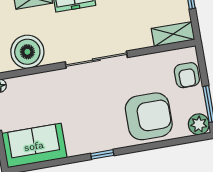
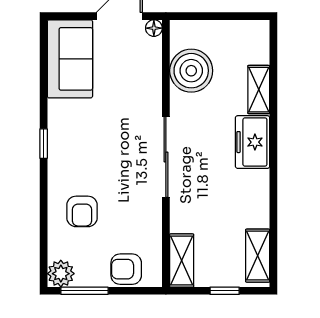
armchair: (149, 116) -> (82, 211), width x0.53, depth x0.53

